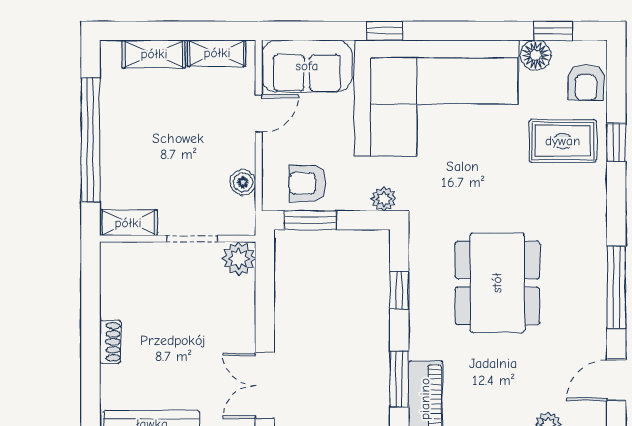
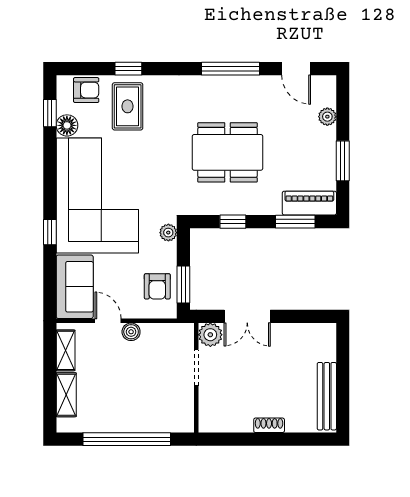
boiler: (243, 182) -> (131, 332), moved
shelving: (128, 223) -> (185, 412), removed
double door: (265, 386) -> (247, 316), moved

